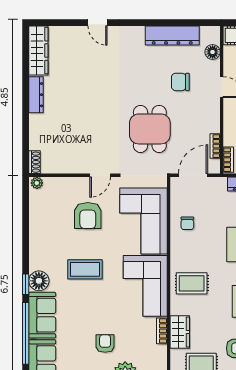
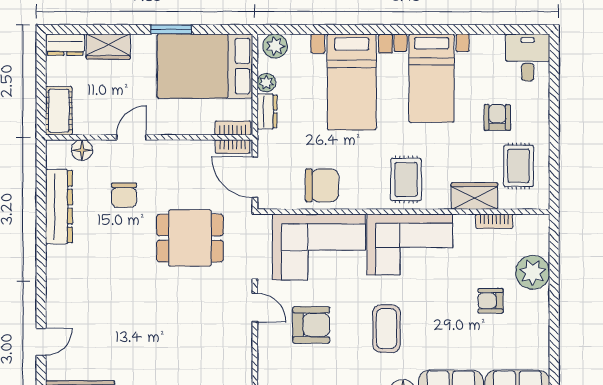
door: (97, 23) -> (41, 342), moved
bookcase: (215, 146) -> (233, 147), moved
chair: (187, 223) -> (322, 185), width x1.87, depth x1.87
bookcase: (162, 331) -> (494, 221), moved

